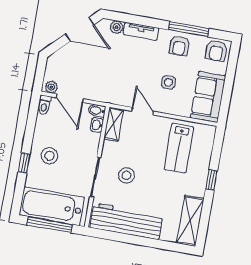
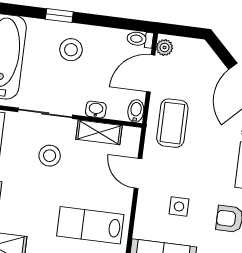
coffee table: (107, 84) -> (172, 123), added
door: (143, 111) -> (138, 173), swing flipped
shelving: (114, 124) -> (99, 132), moved
washbasin: (97, 125) -> (96, 110), moved

